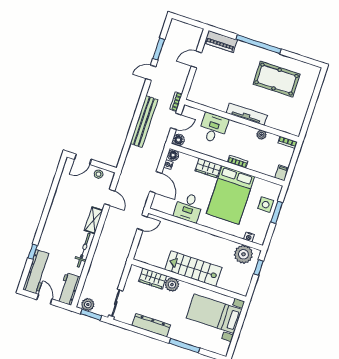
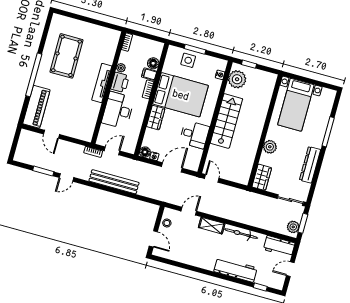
piano: (221, 41) -> (36, 107), width x1.37, depth x1.33
door: (151, 73) -> (67, 177), hinge flipped
door: (176, 121) -> (112, 151), hinge flipped
desk: (213, 128) -> (118, 110), width x1.37
printer: (246, 133) -> (120, 82), added
floor lamp: (178, 140) -> (153, 63), moved
filing cabinet: (282, 173) -> (149, 74), moved
window: (33, 252) -> (260, 287), moved
stairs: (193, 269) -> (226, 121), moved, turned 180
workbench: (37, 272) -> (235, 270), moved
wardrobe: (153, 278) -> (262, 177), moved

